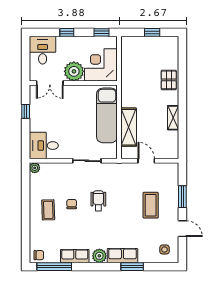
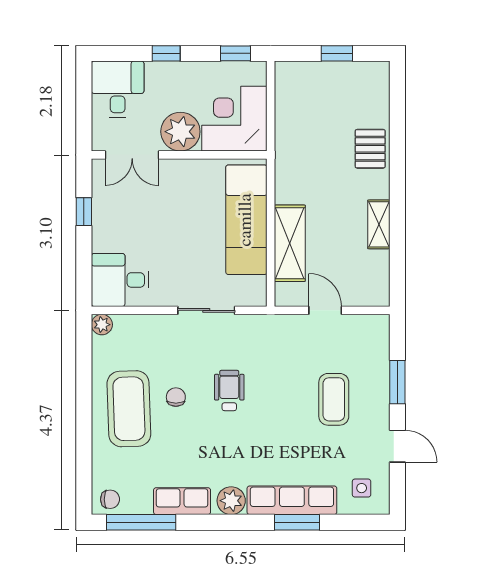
coffee table: (48, 210) -> (129, 409), width x1.86, depth x1.72
row of seats: (122, 256) -> (292, 500), width x1.48

